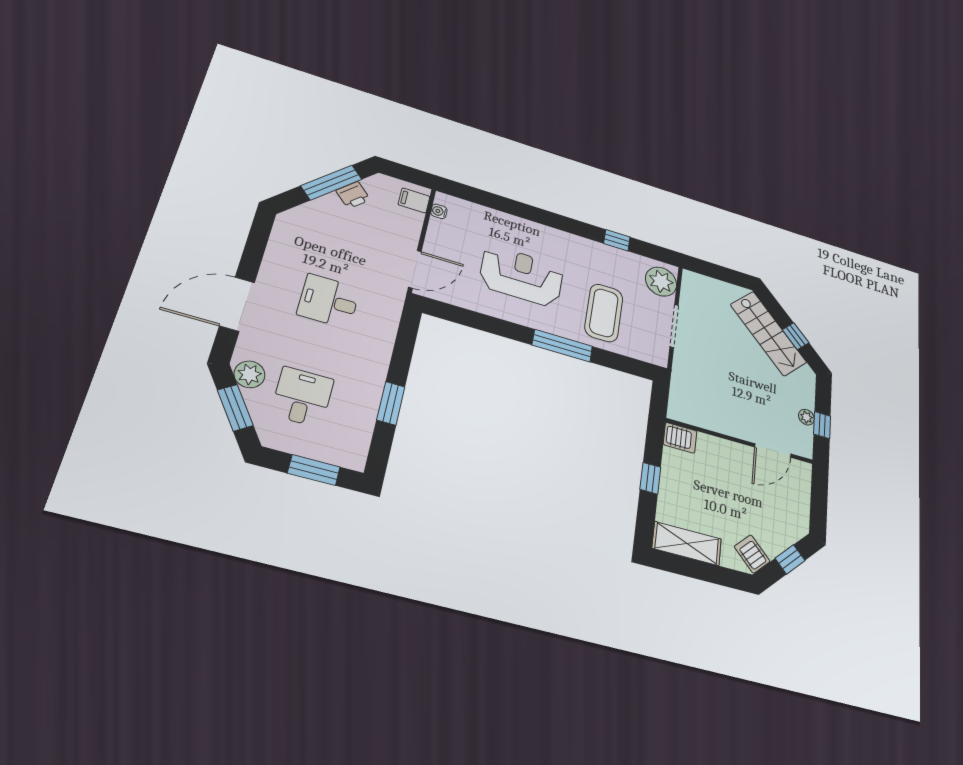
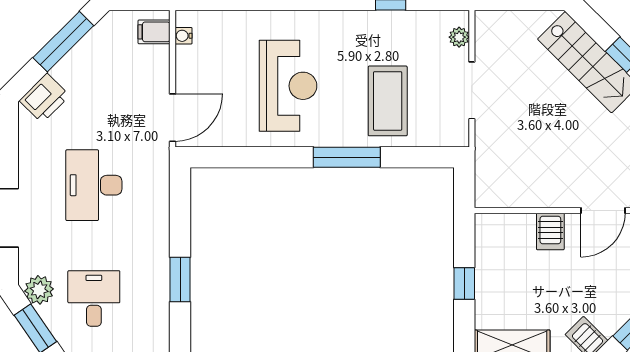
printer: (353, 195) -> (44, 98), moved, width x1.36, depth x1.24
reception desk: (521, 276) -> (288, 86), turned 90
plant: (661, 282) -> (459, 37), width x0.53, depth x0.53
desk: (329, 301) -> (94, 185), width x1.37
server rack: (680, 438) -> (550, 231), moved, turned 90

